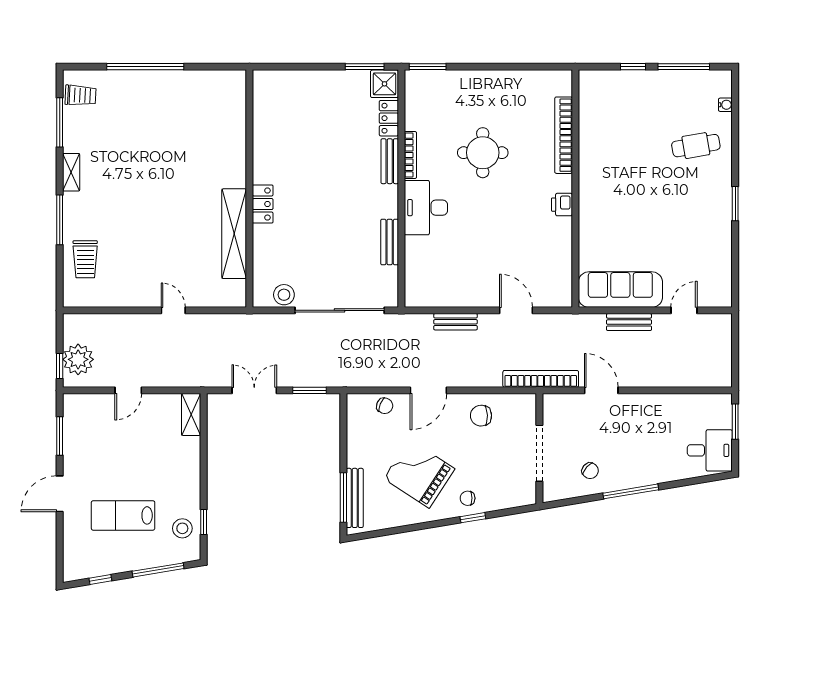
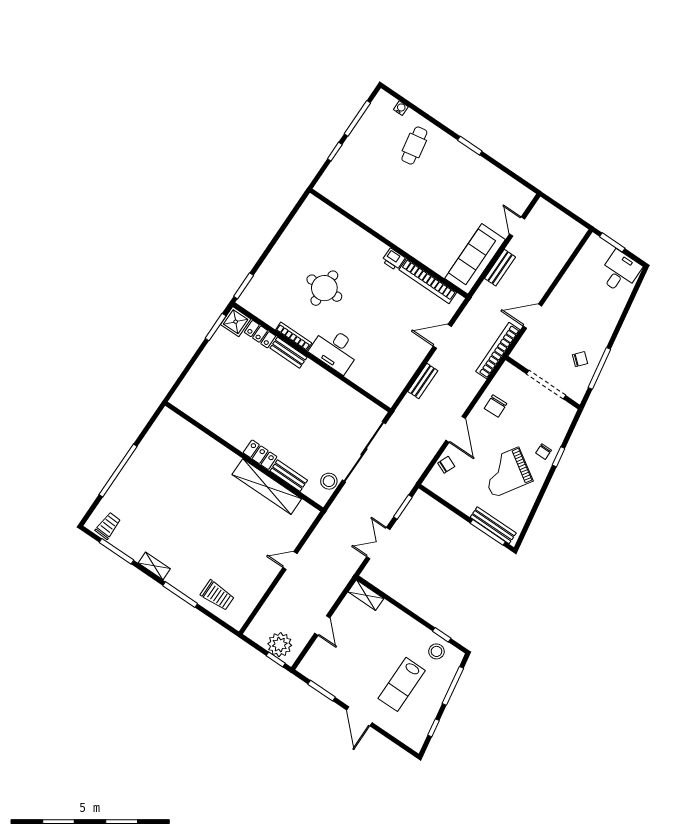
bookcase: (564, 135) -> (428, 281), moved
bench: (390, 242) -> (289, 476), moved
window: (631, 491) -> (599, 368), moved

